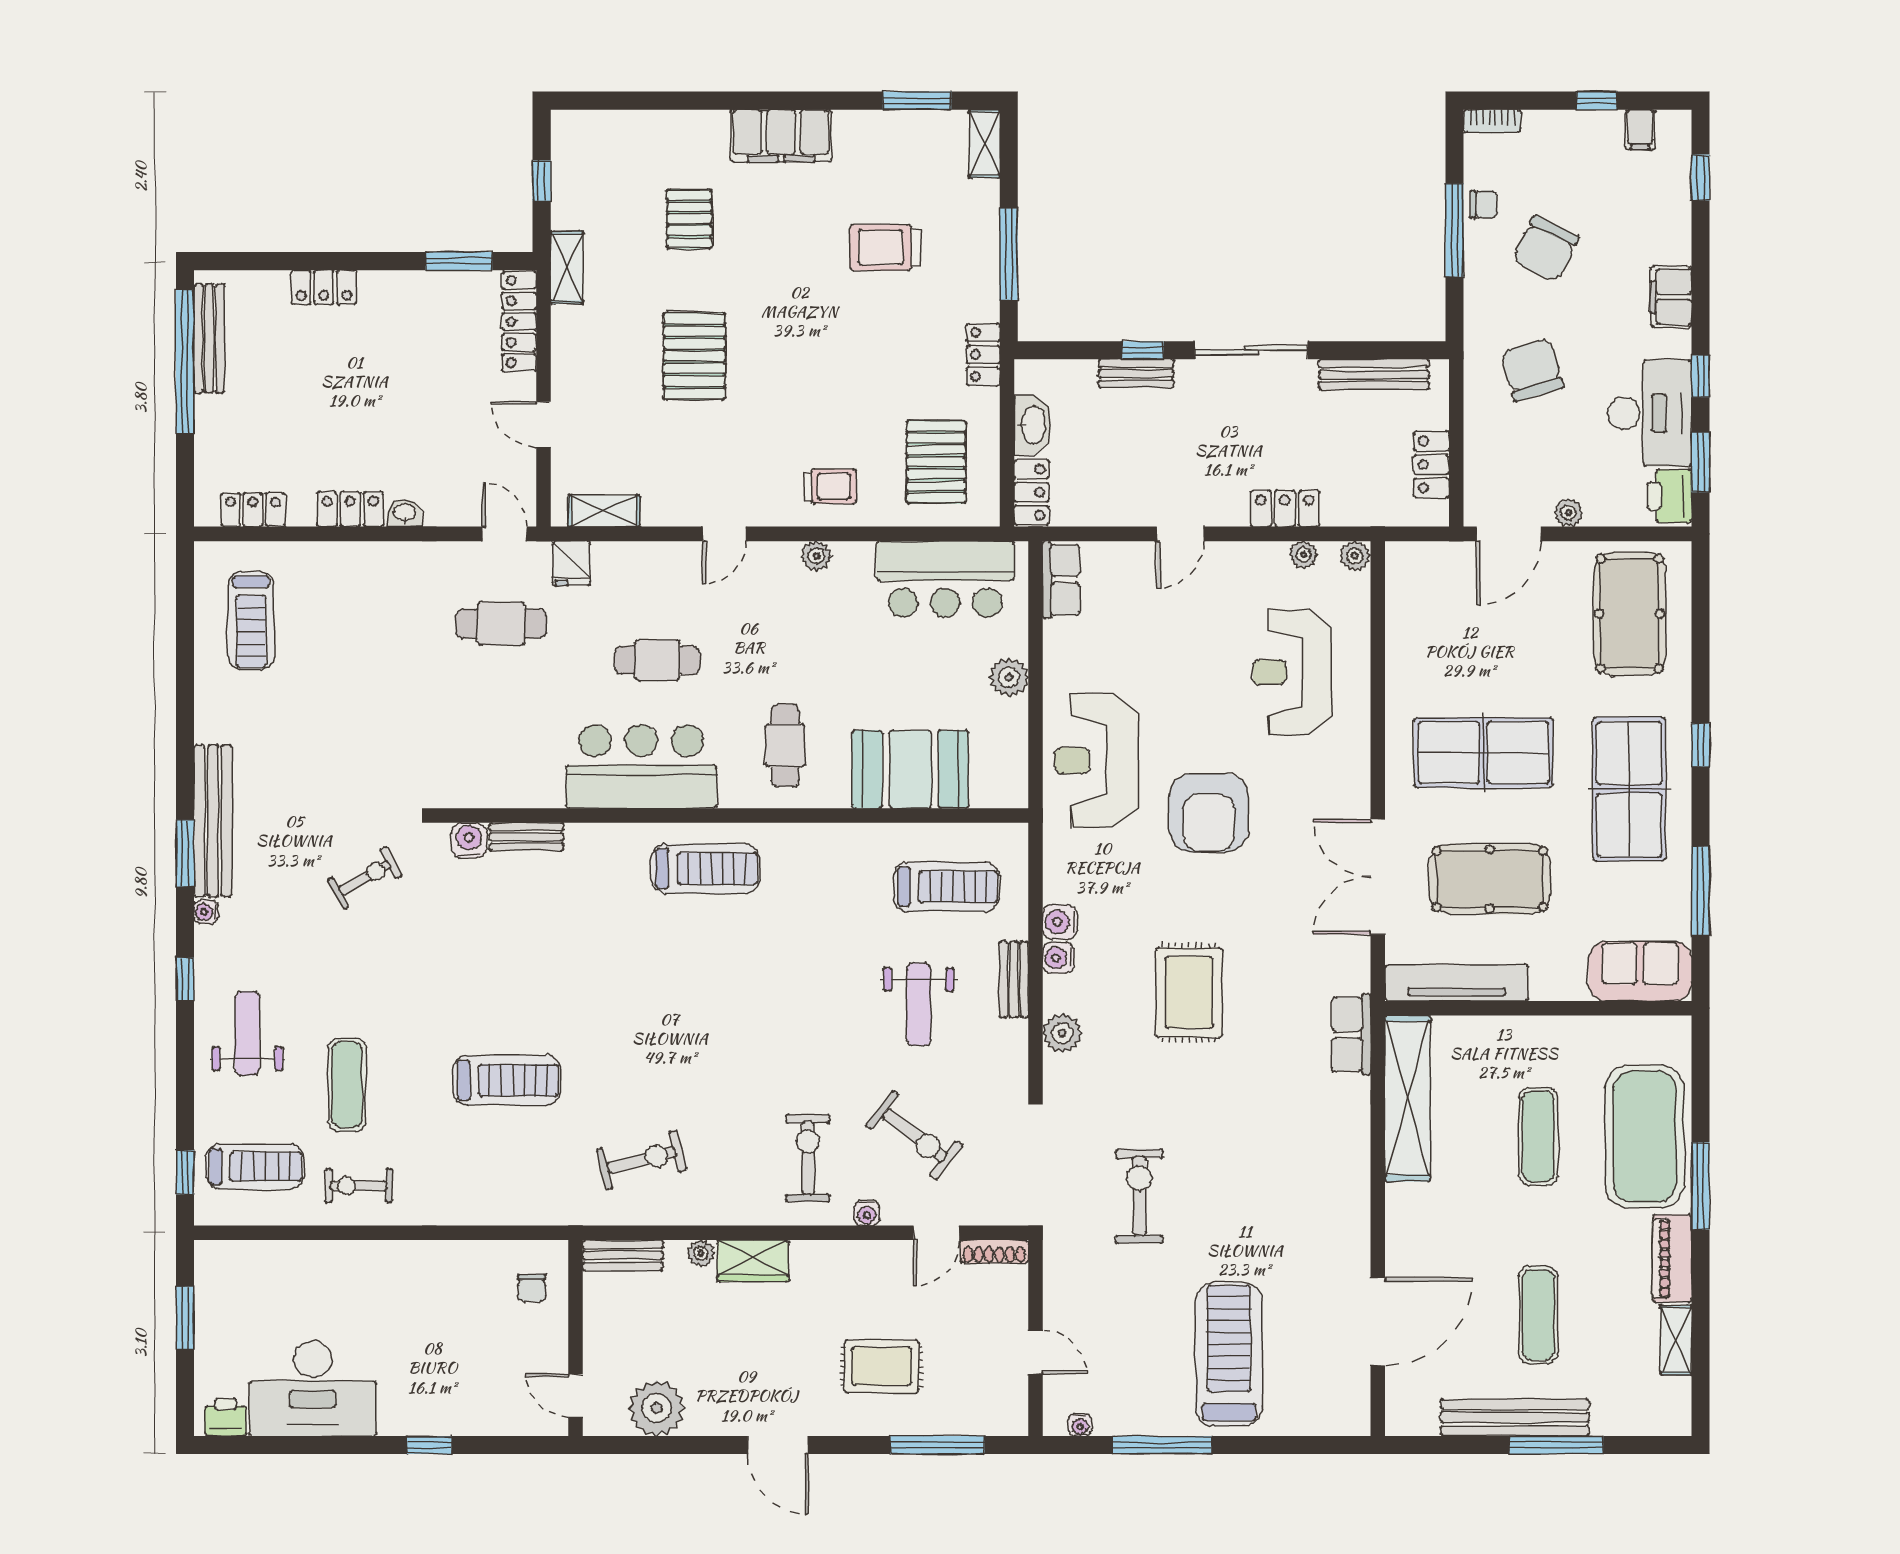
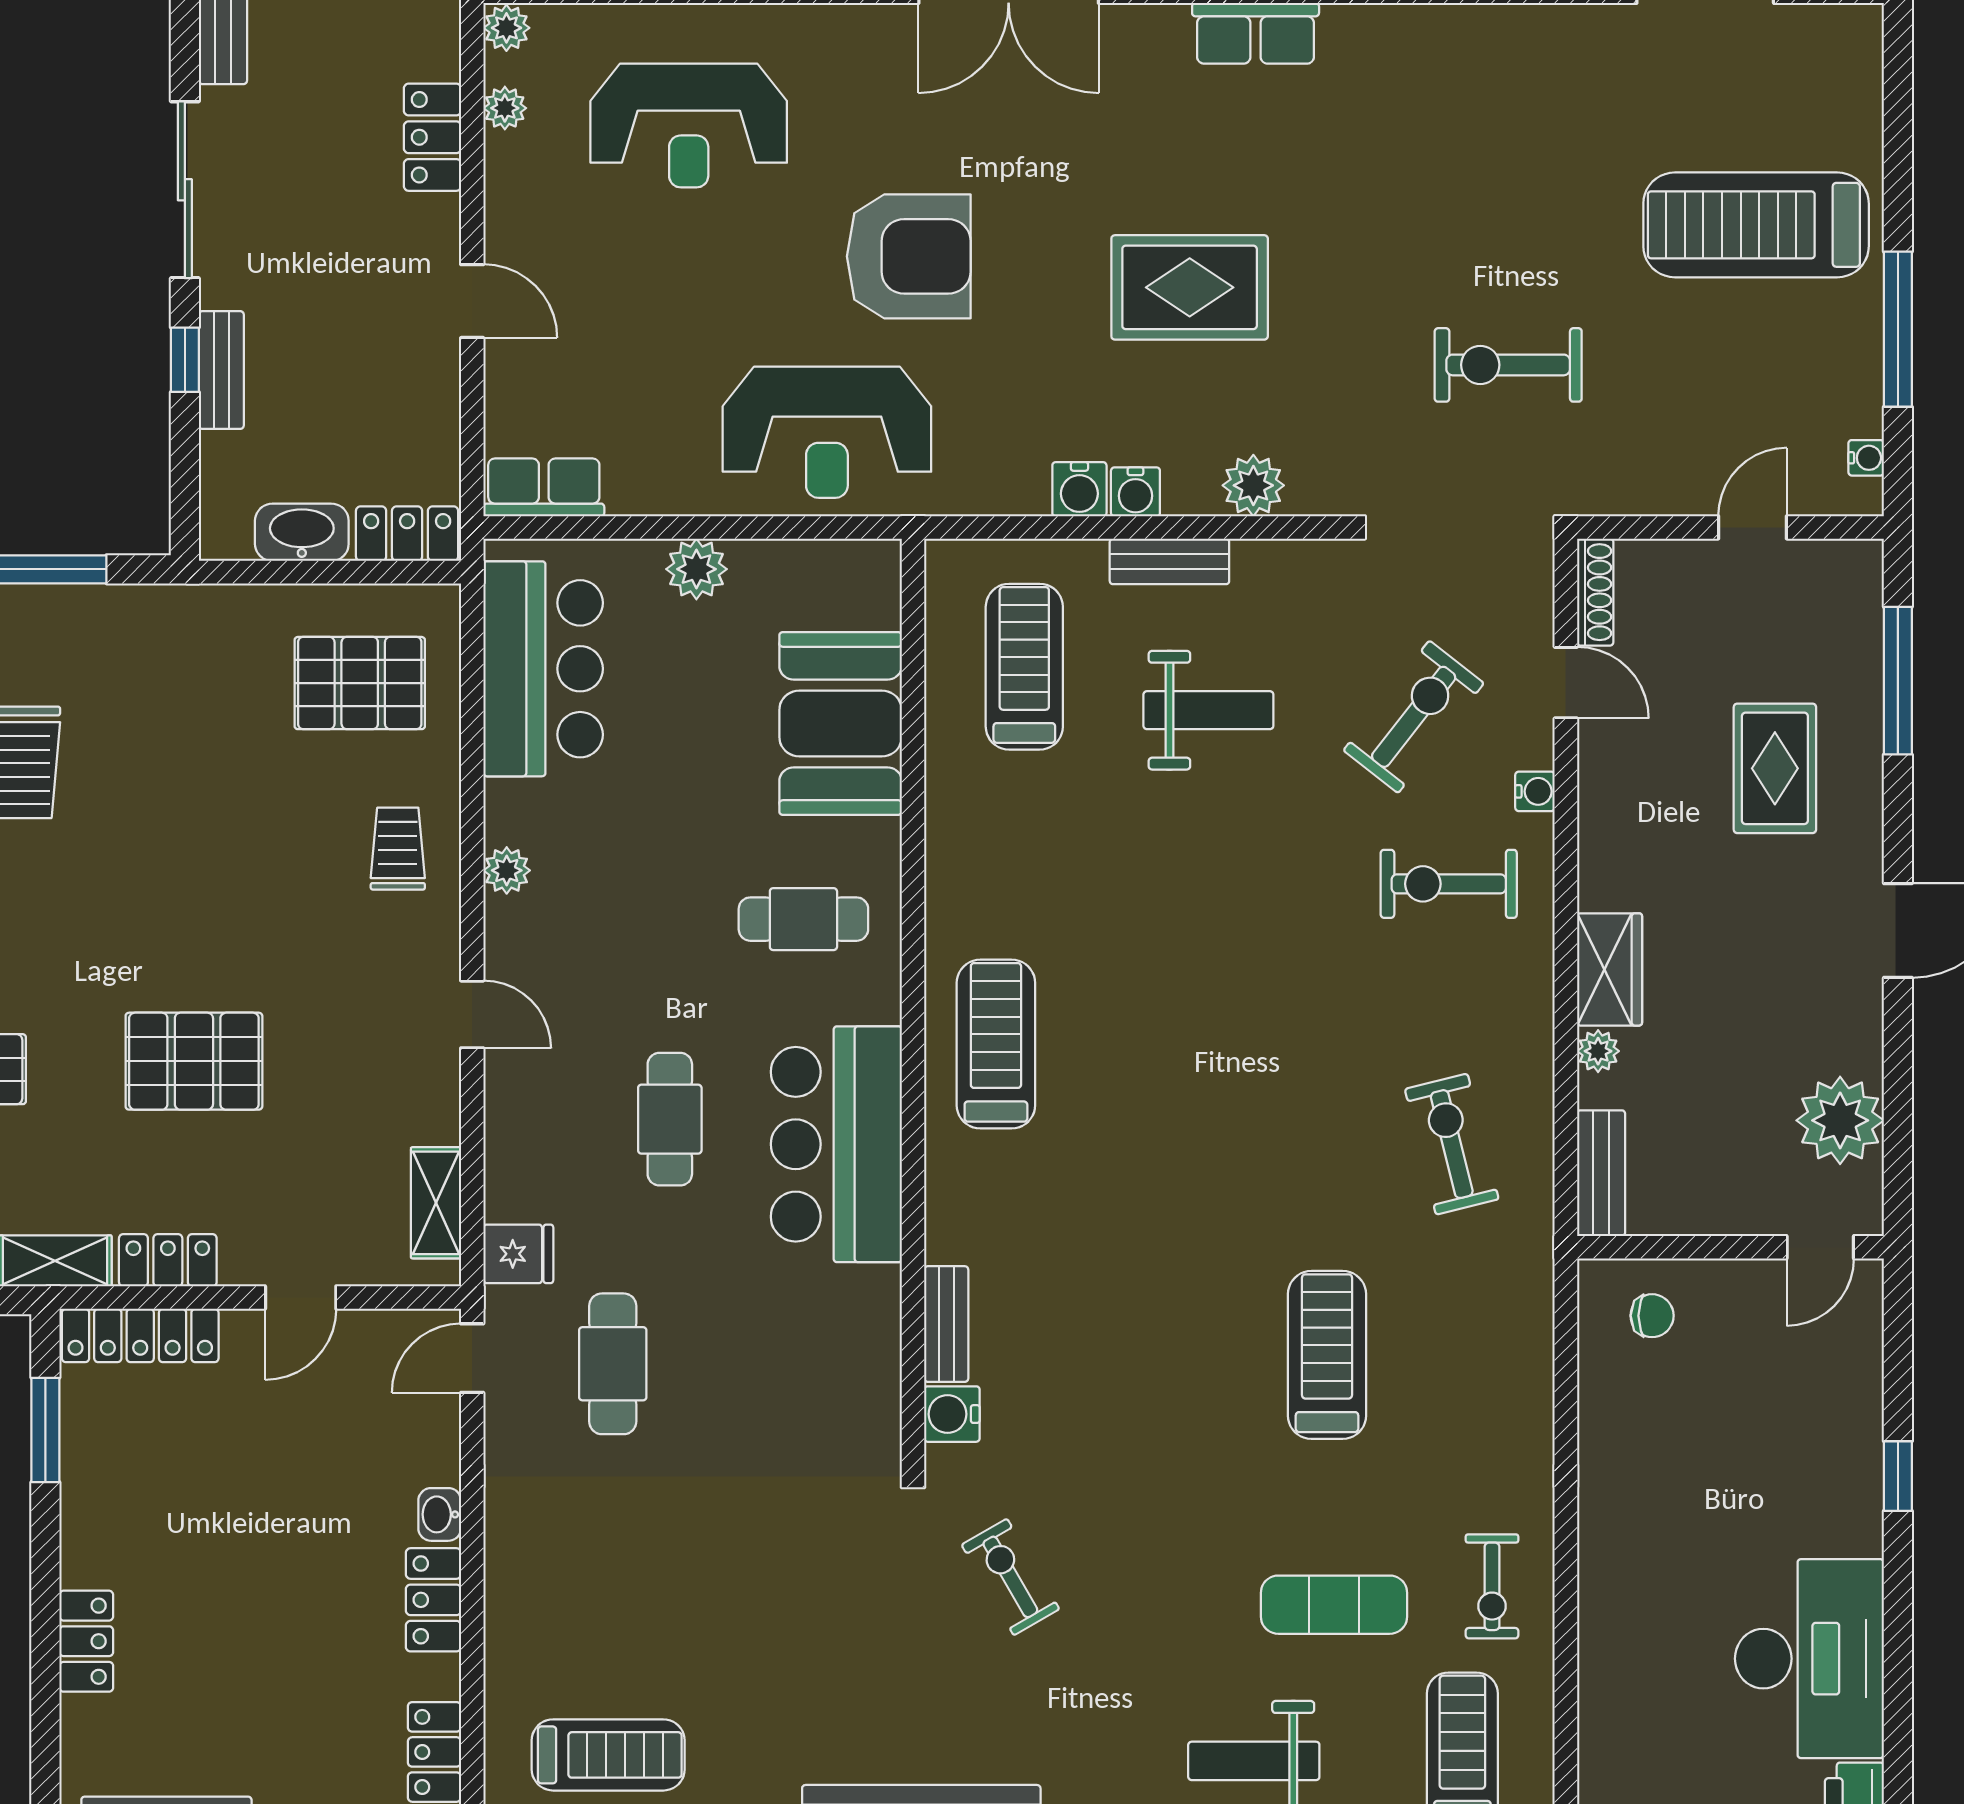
locker: (983, 354) -> (168, 1260), moved, turned 180

